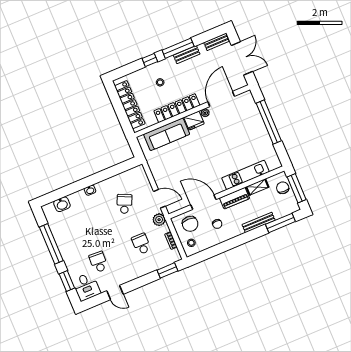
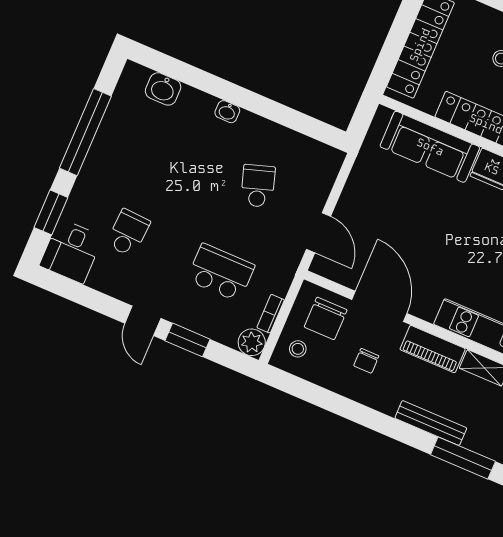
school desk: (124, 204) -> (258, 186), turned -42
plant: (159, 220) -> (252, 342), moved
school desk: (141, 244) -> (221, 273), width x1.85
window: (167, 270) -> (187, 340), moved
door: (115, 293) -> (143, 321), moved

